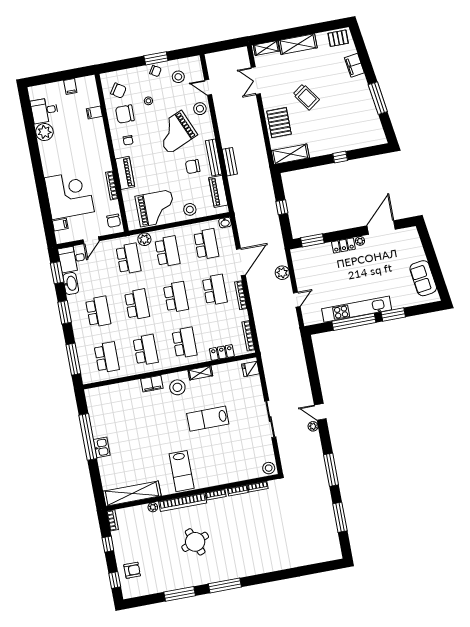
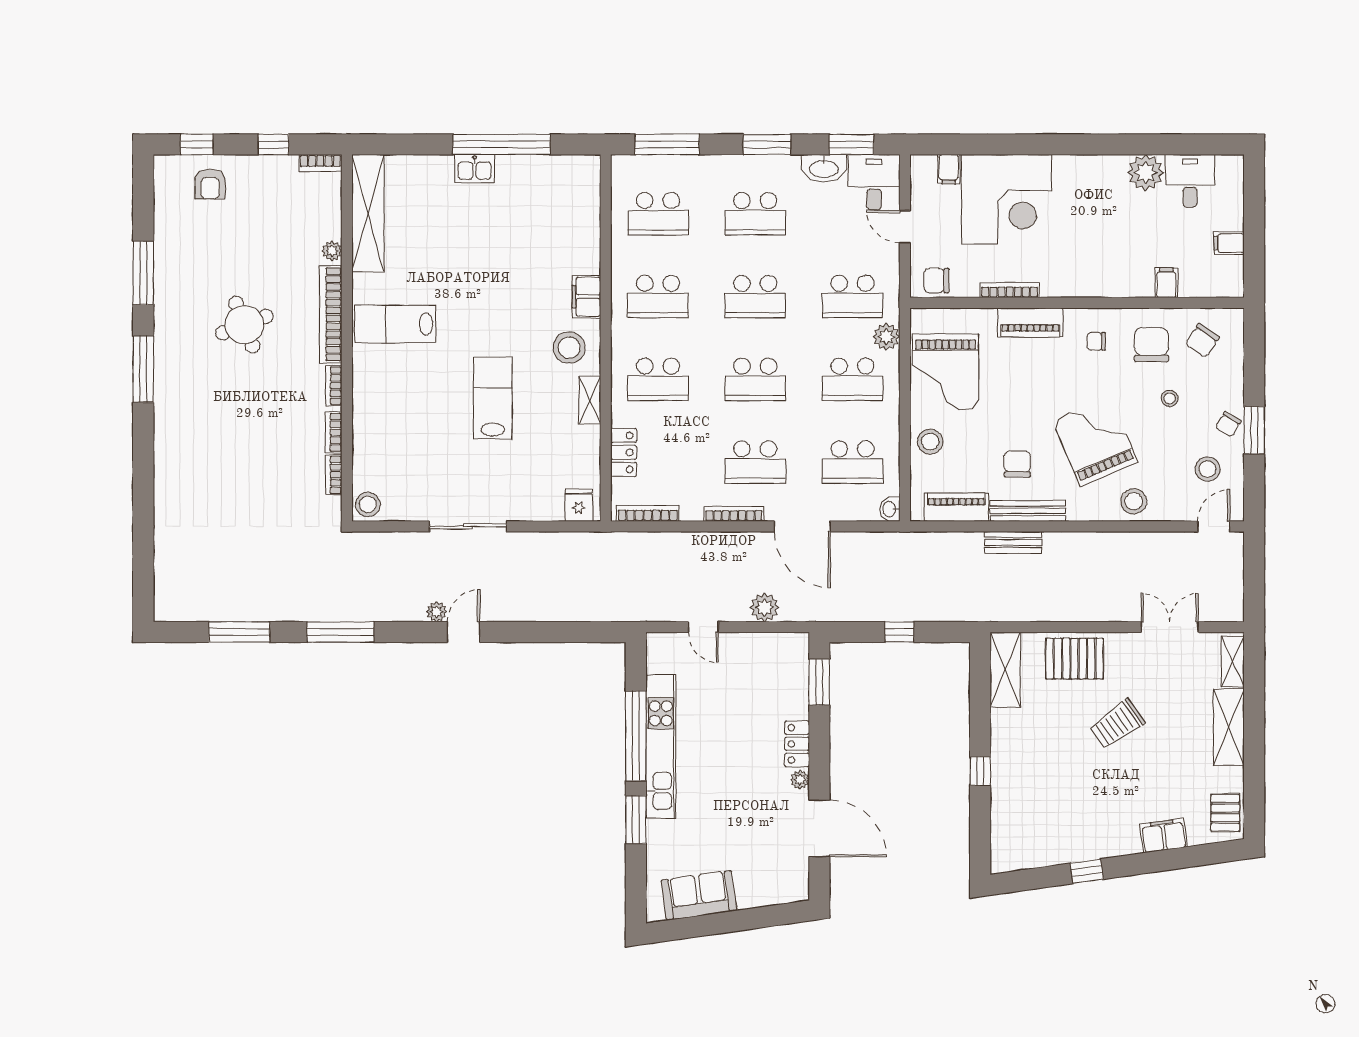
door: (208, 87) -> (1214, 526), moved
window: (378, 98) -> (1087, 871), width x0.46

